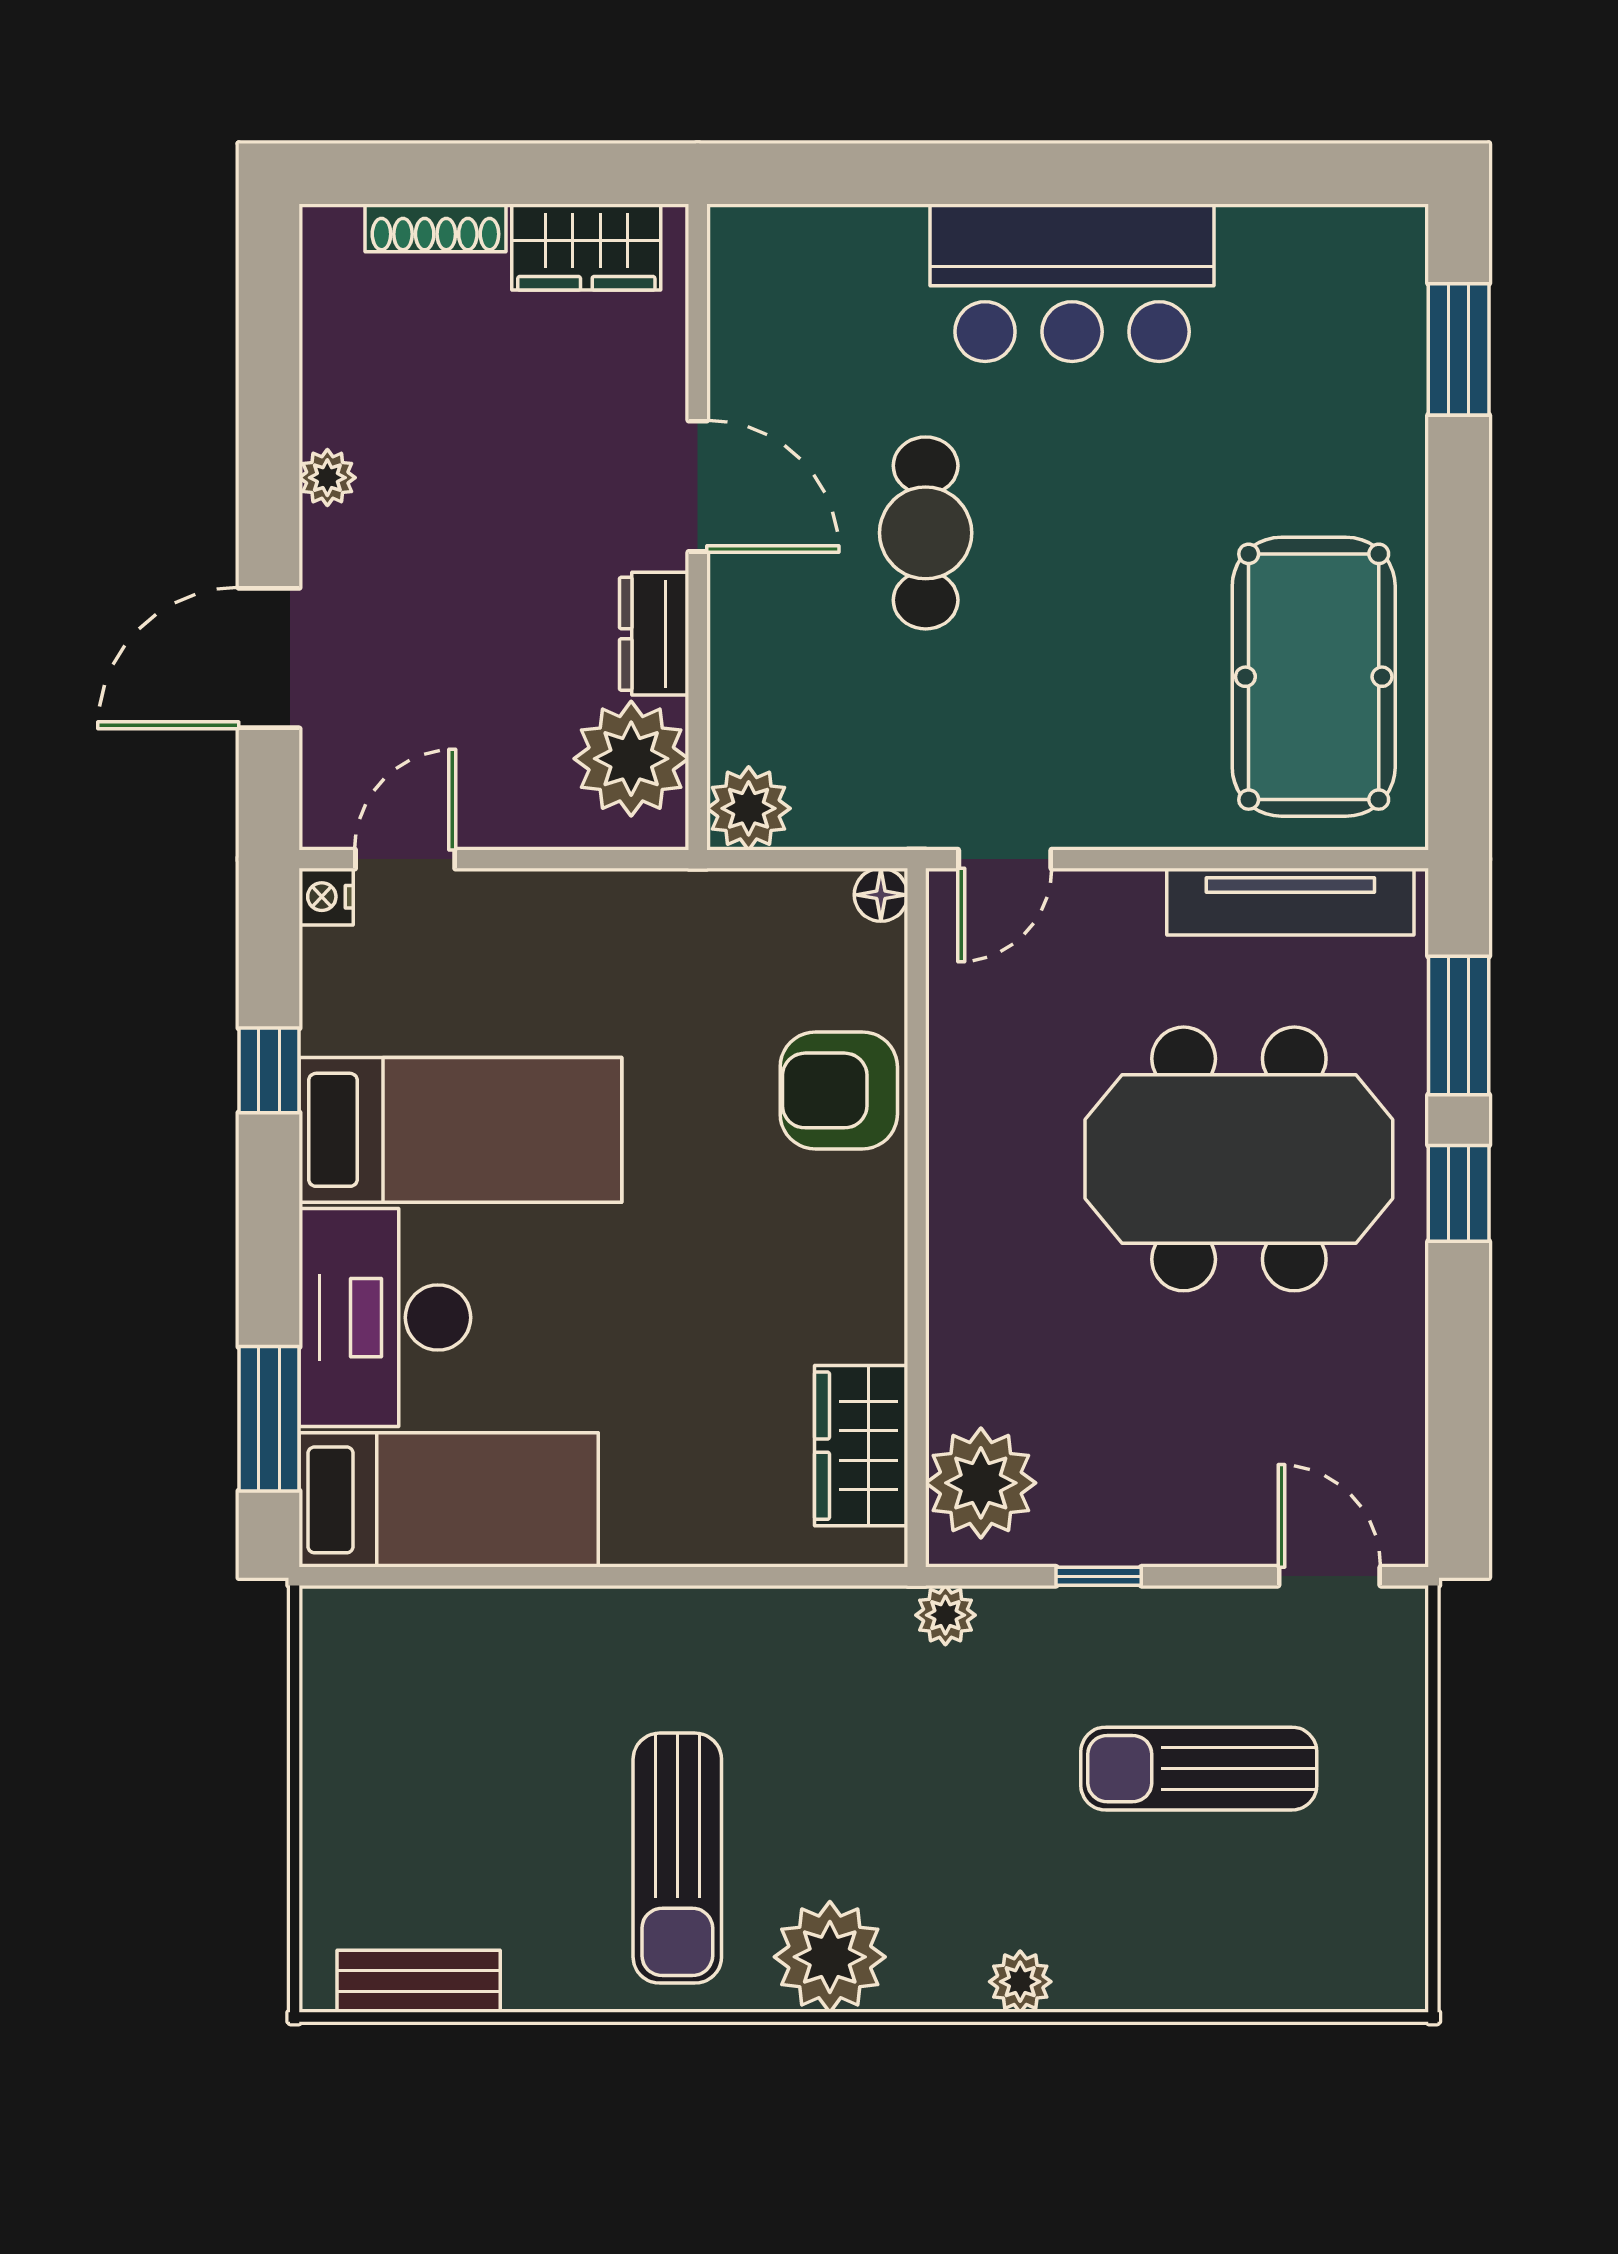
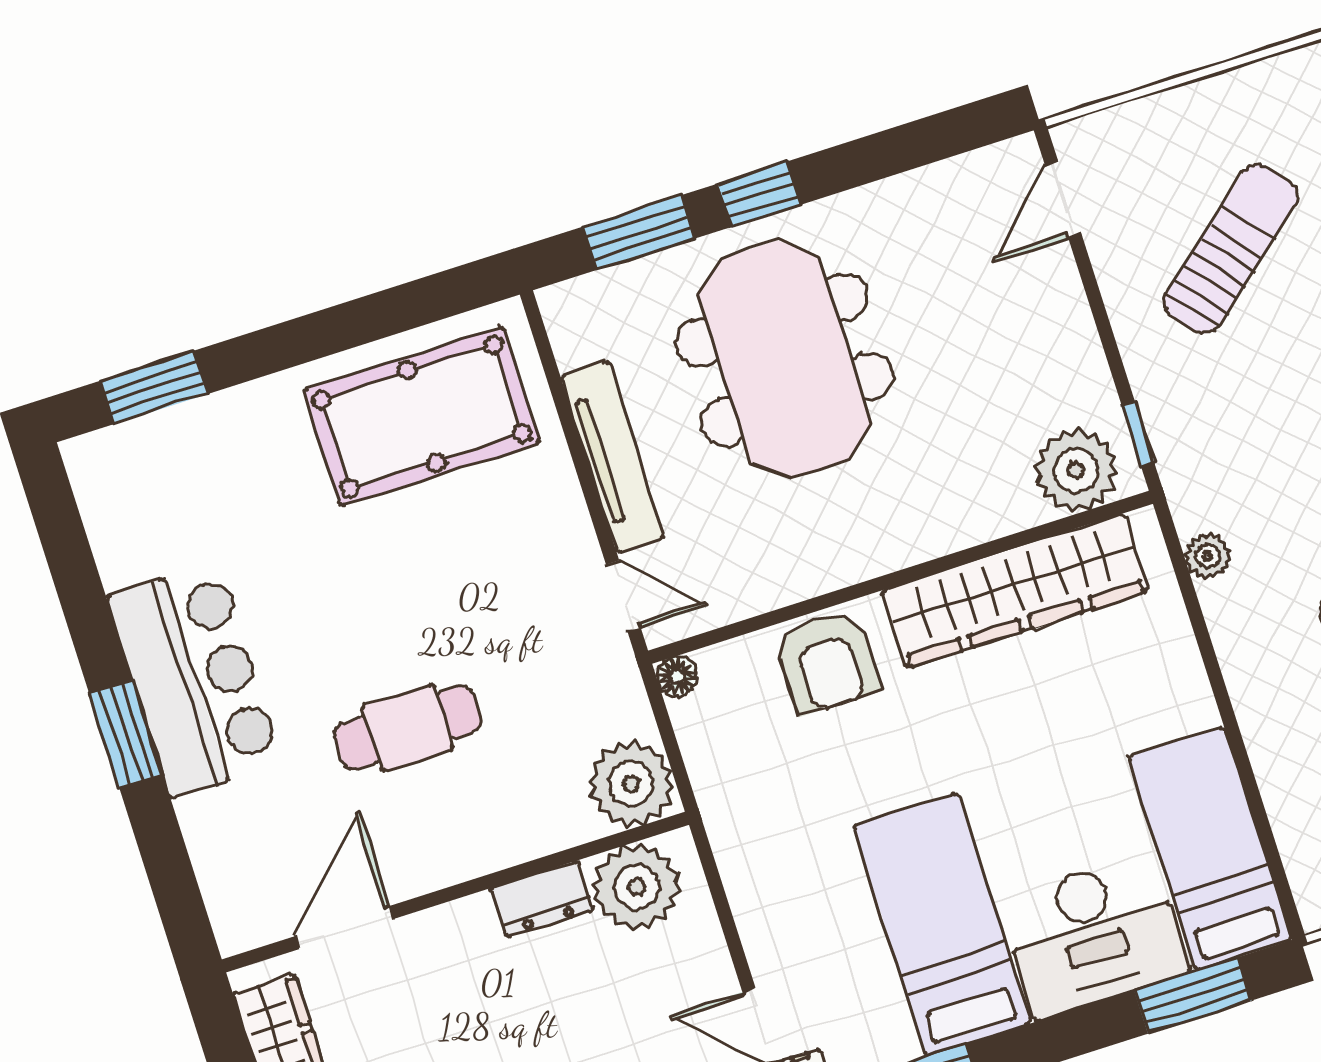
window: (1031, 174) -> (126, 734), added
door: (698, 486) -> (344, 928), moved
plant: (749, 808) -> (631, 784), width x1.36, depth x1.36
tv unit: (1290, 902) -> (612, 457), moved
wardrobe: (861, 1446) -> (1015, 591), width x2.10, depth x1.17
window: (1099, 1576) -> (1138, 434), moved
plant: (945, 1615) -> (1208, 556), moved
sun lounger: (1199, 1769) -> (1231, 249), turned -130

